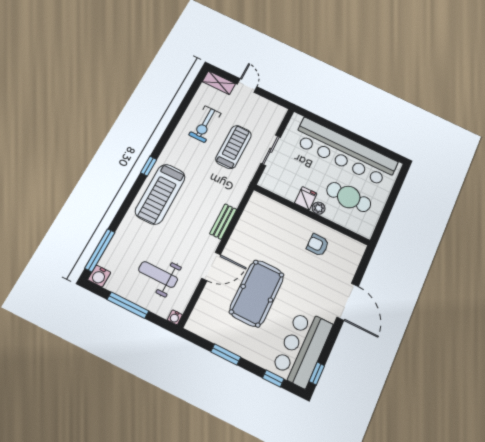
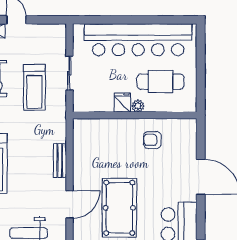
treadmill: (234, 147) -> (34, 87), turned 180

